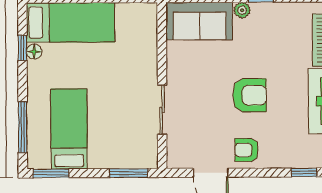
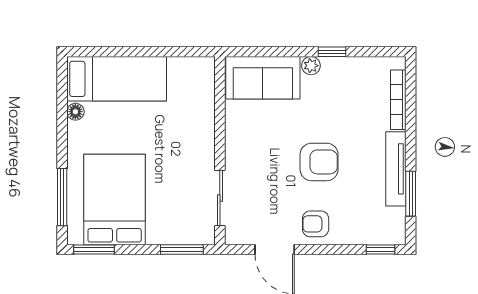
window: (22, 48) -> (62, 108), removed
sliding door: (162, 110) -> (220, 198), moved
bed: (69, 129) -> (115, 199), width x1.50

